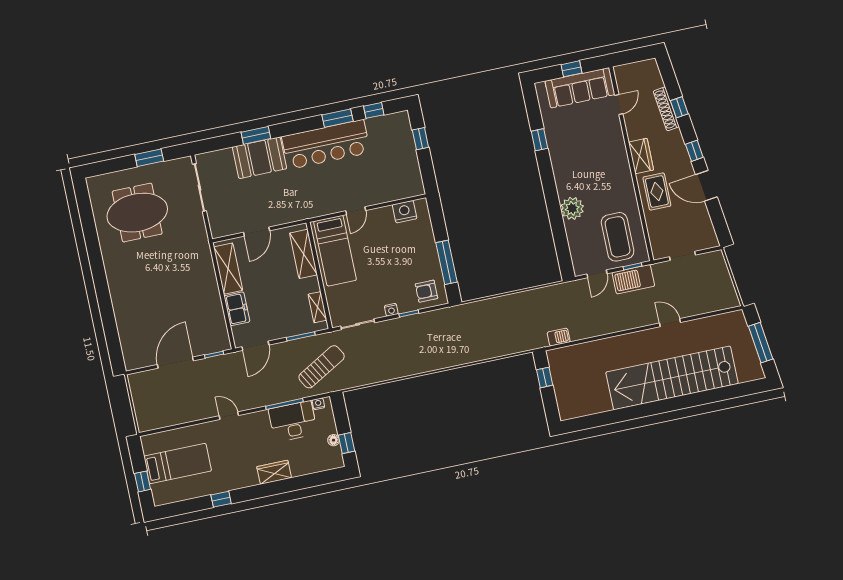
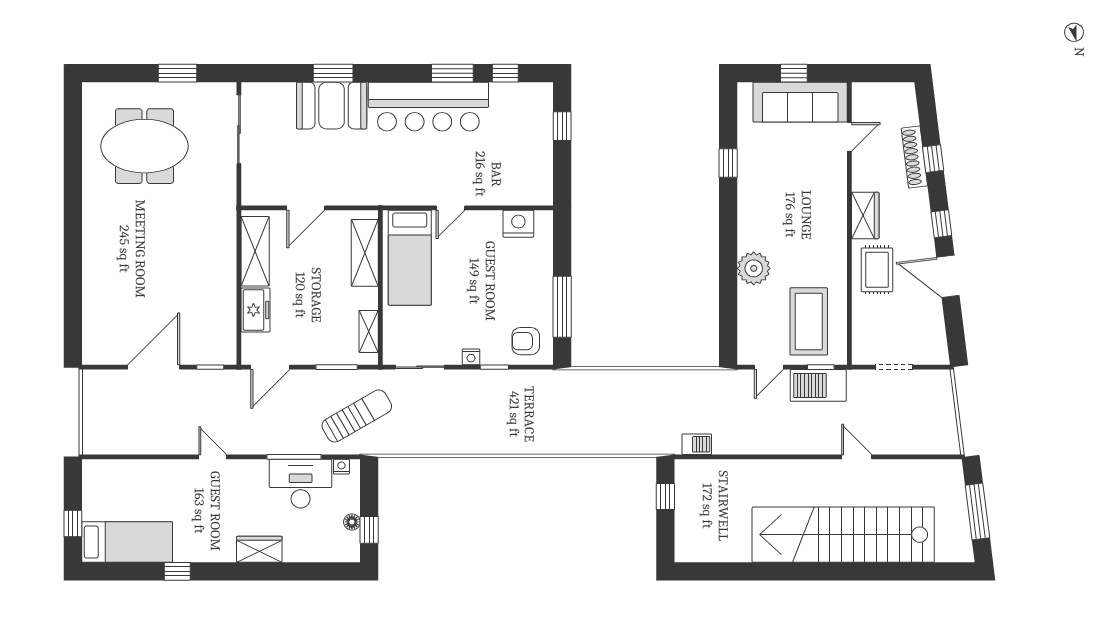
bed: (178, 464) -> (127, 542), moved

